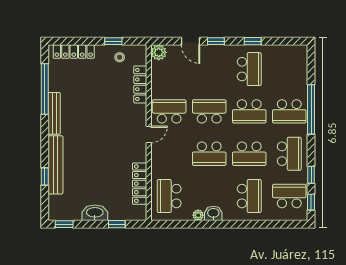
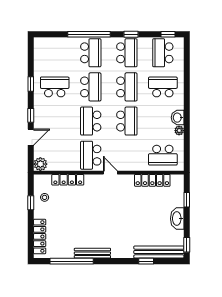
school desk: (289, 154) -> (127, 53), turned 90
bench: (56, 165) -> (159, 252), moved
window: (311, 175) -> (131, 34), moved

